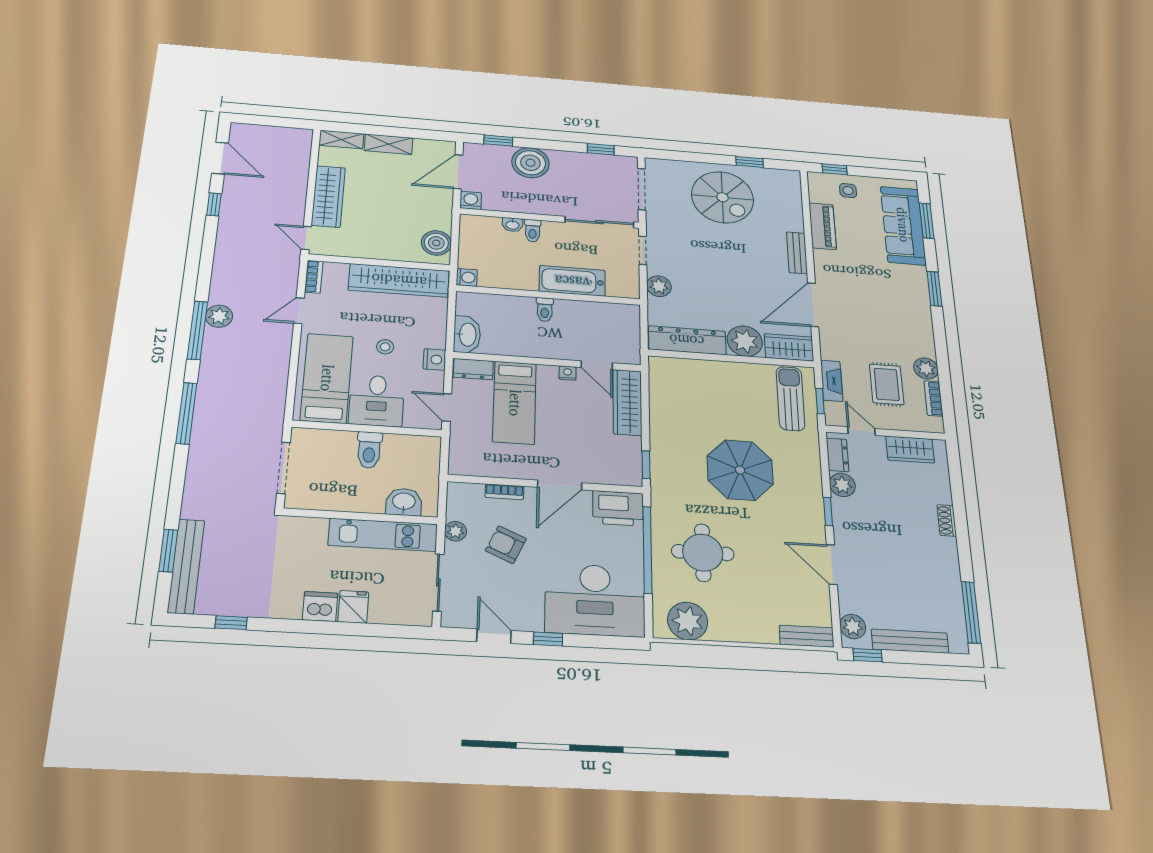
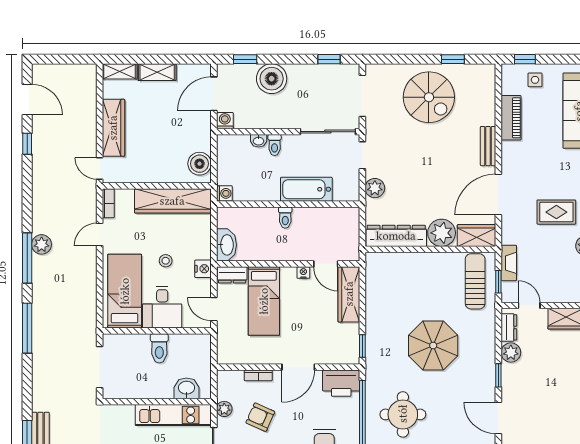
rug: (887, 384) -> (556, 212), moved, turned 90

